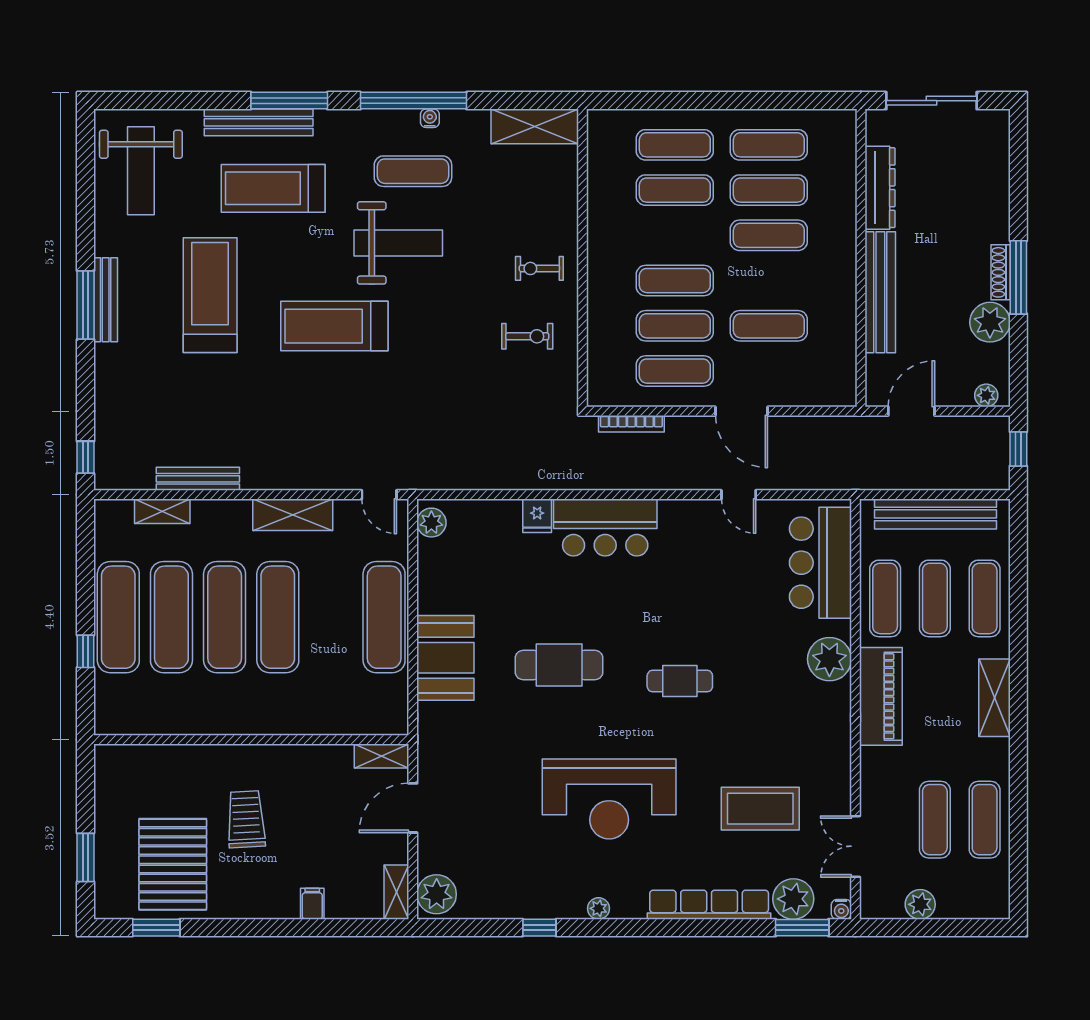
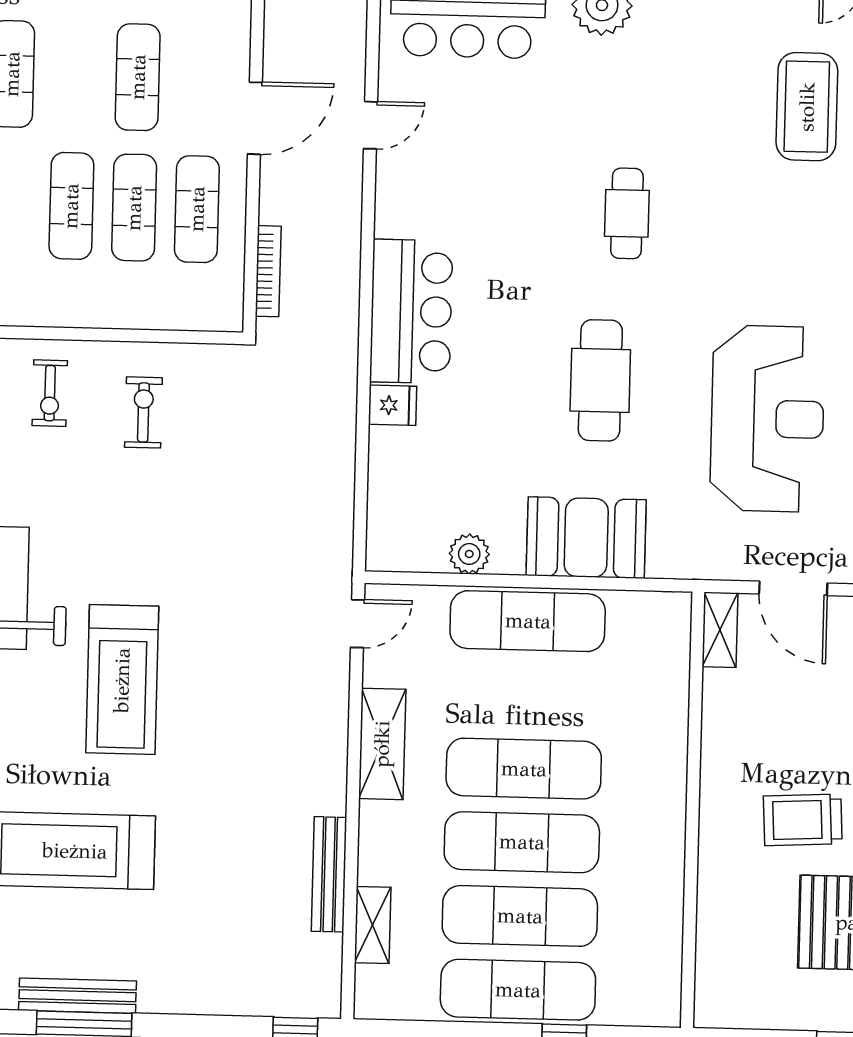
plant: (431, 523) -> (469, 554), moved
reception desk: (609, 799) -> (767, 419), moved

